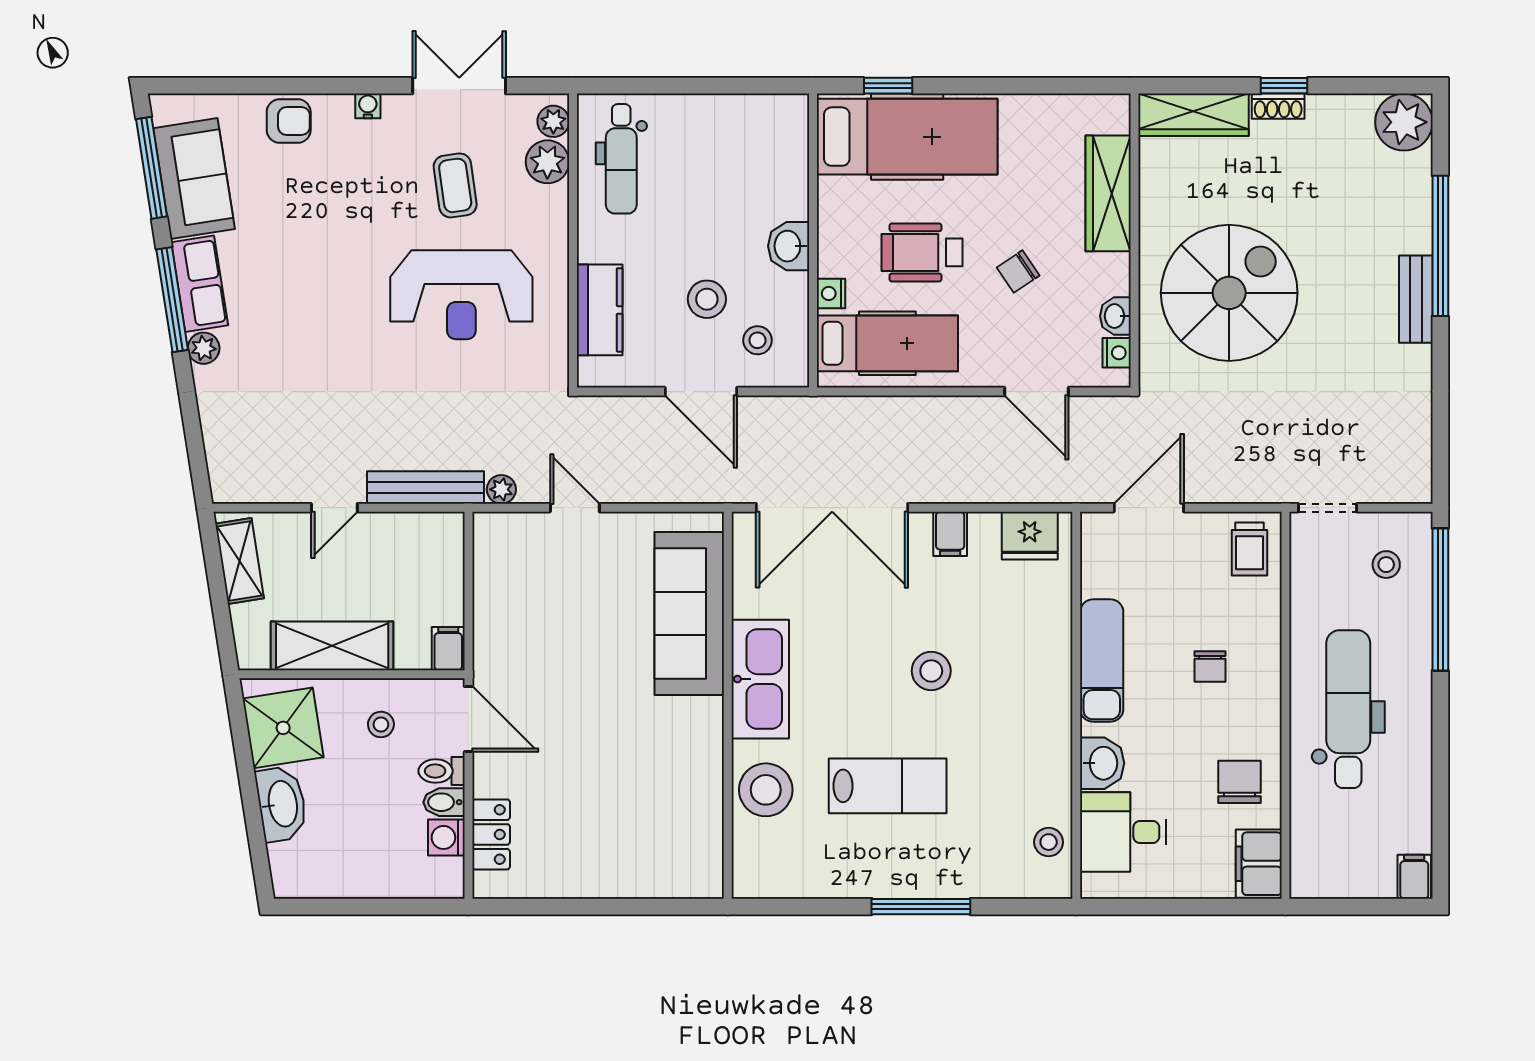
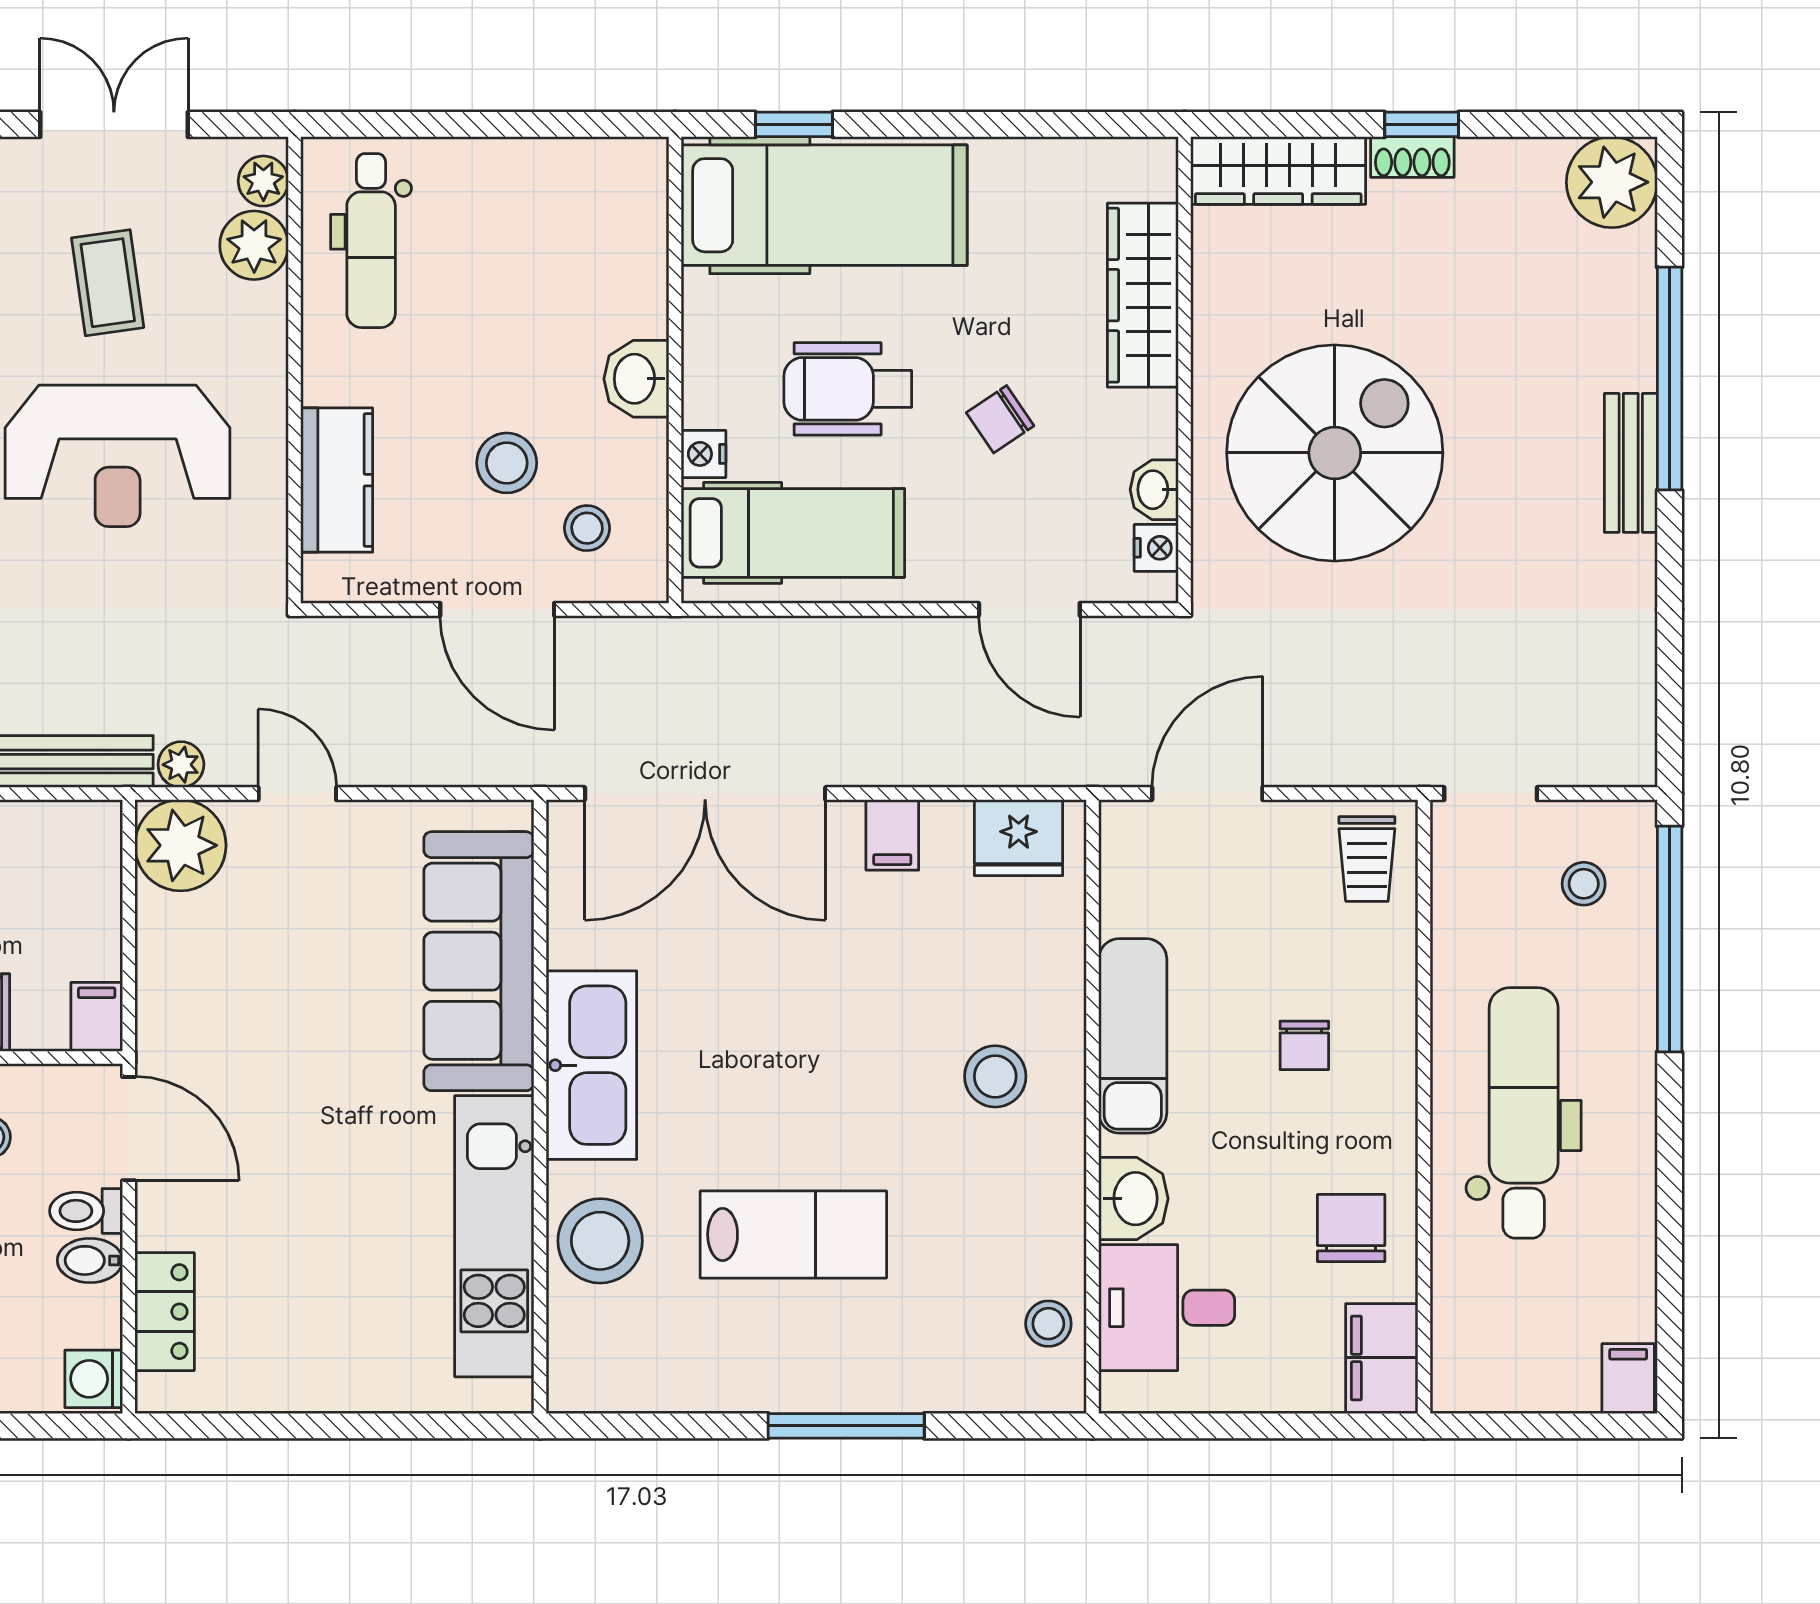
plant: (501, 540) -> (180, 845), added
stool: (931, 671) -> (995, 1076), moved
kitchen unit: (699, 787) -> (494, 1236), added
washing machine: (446, 837) -> (94, 1379), moved

